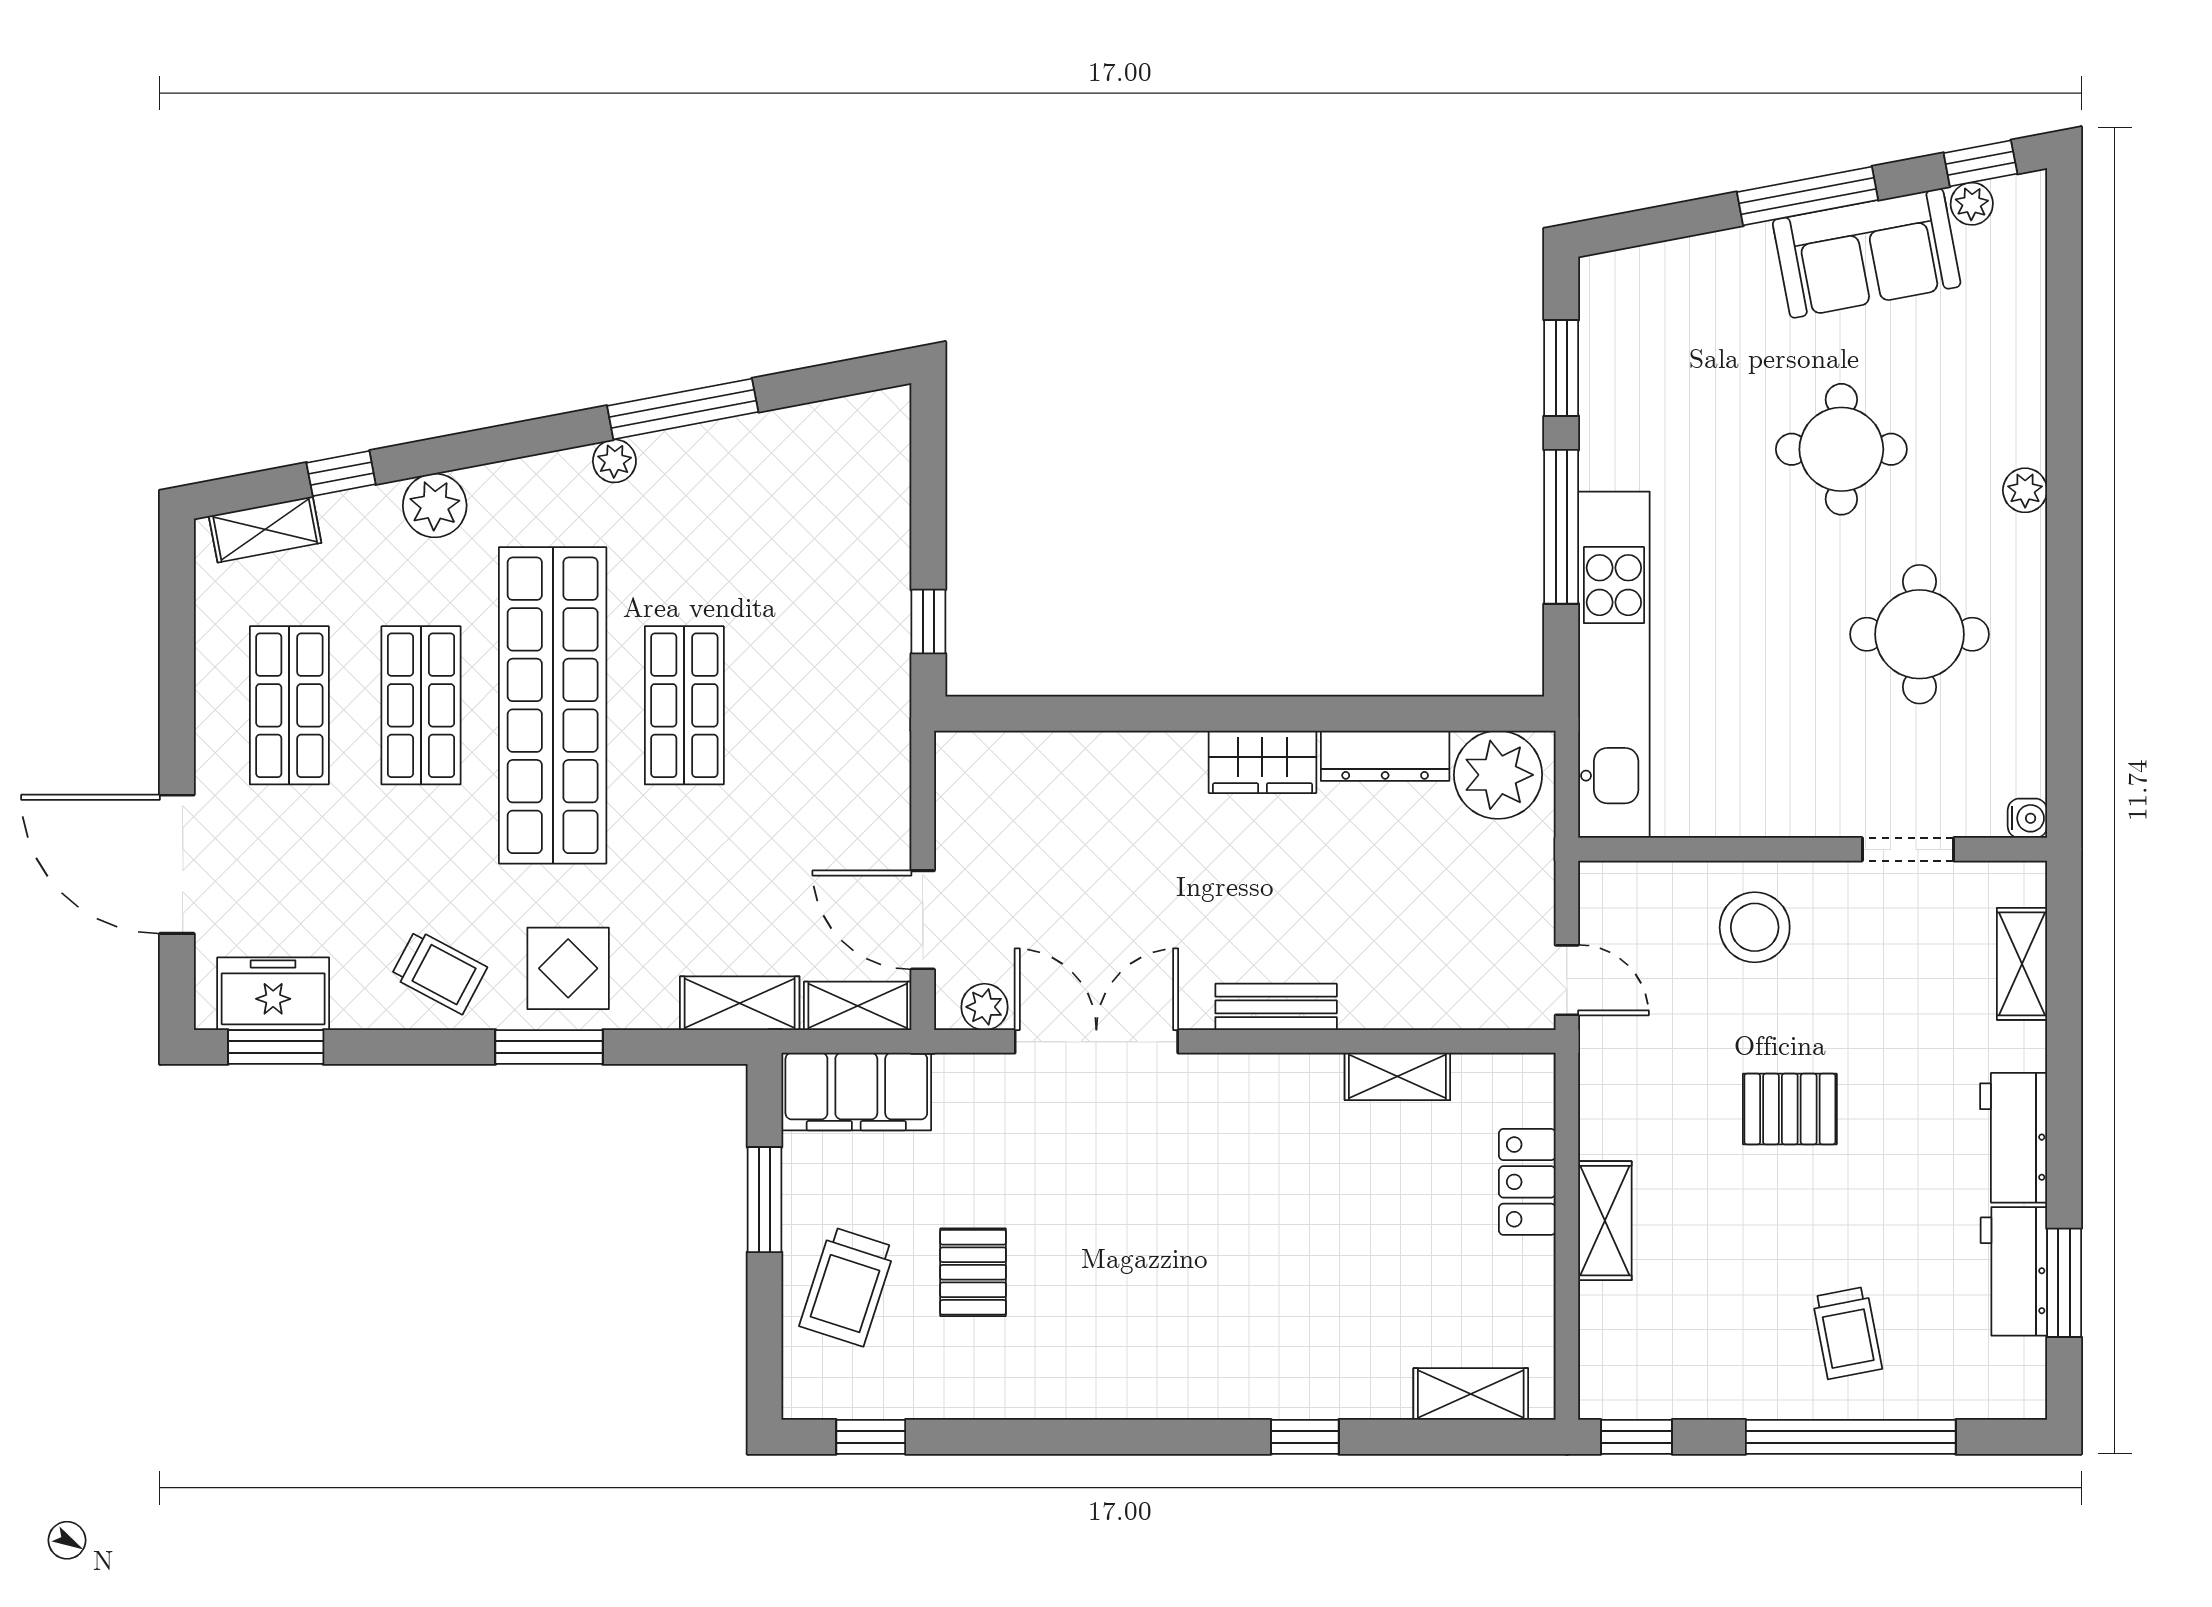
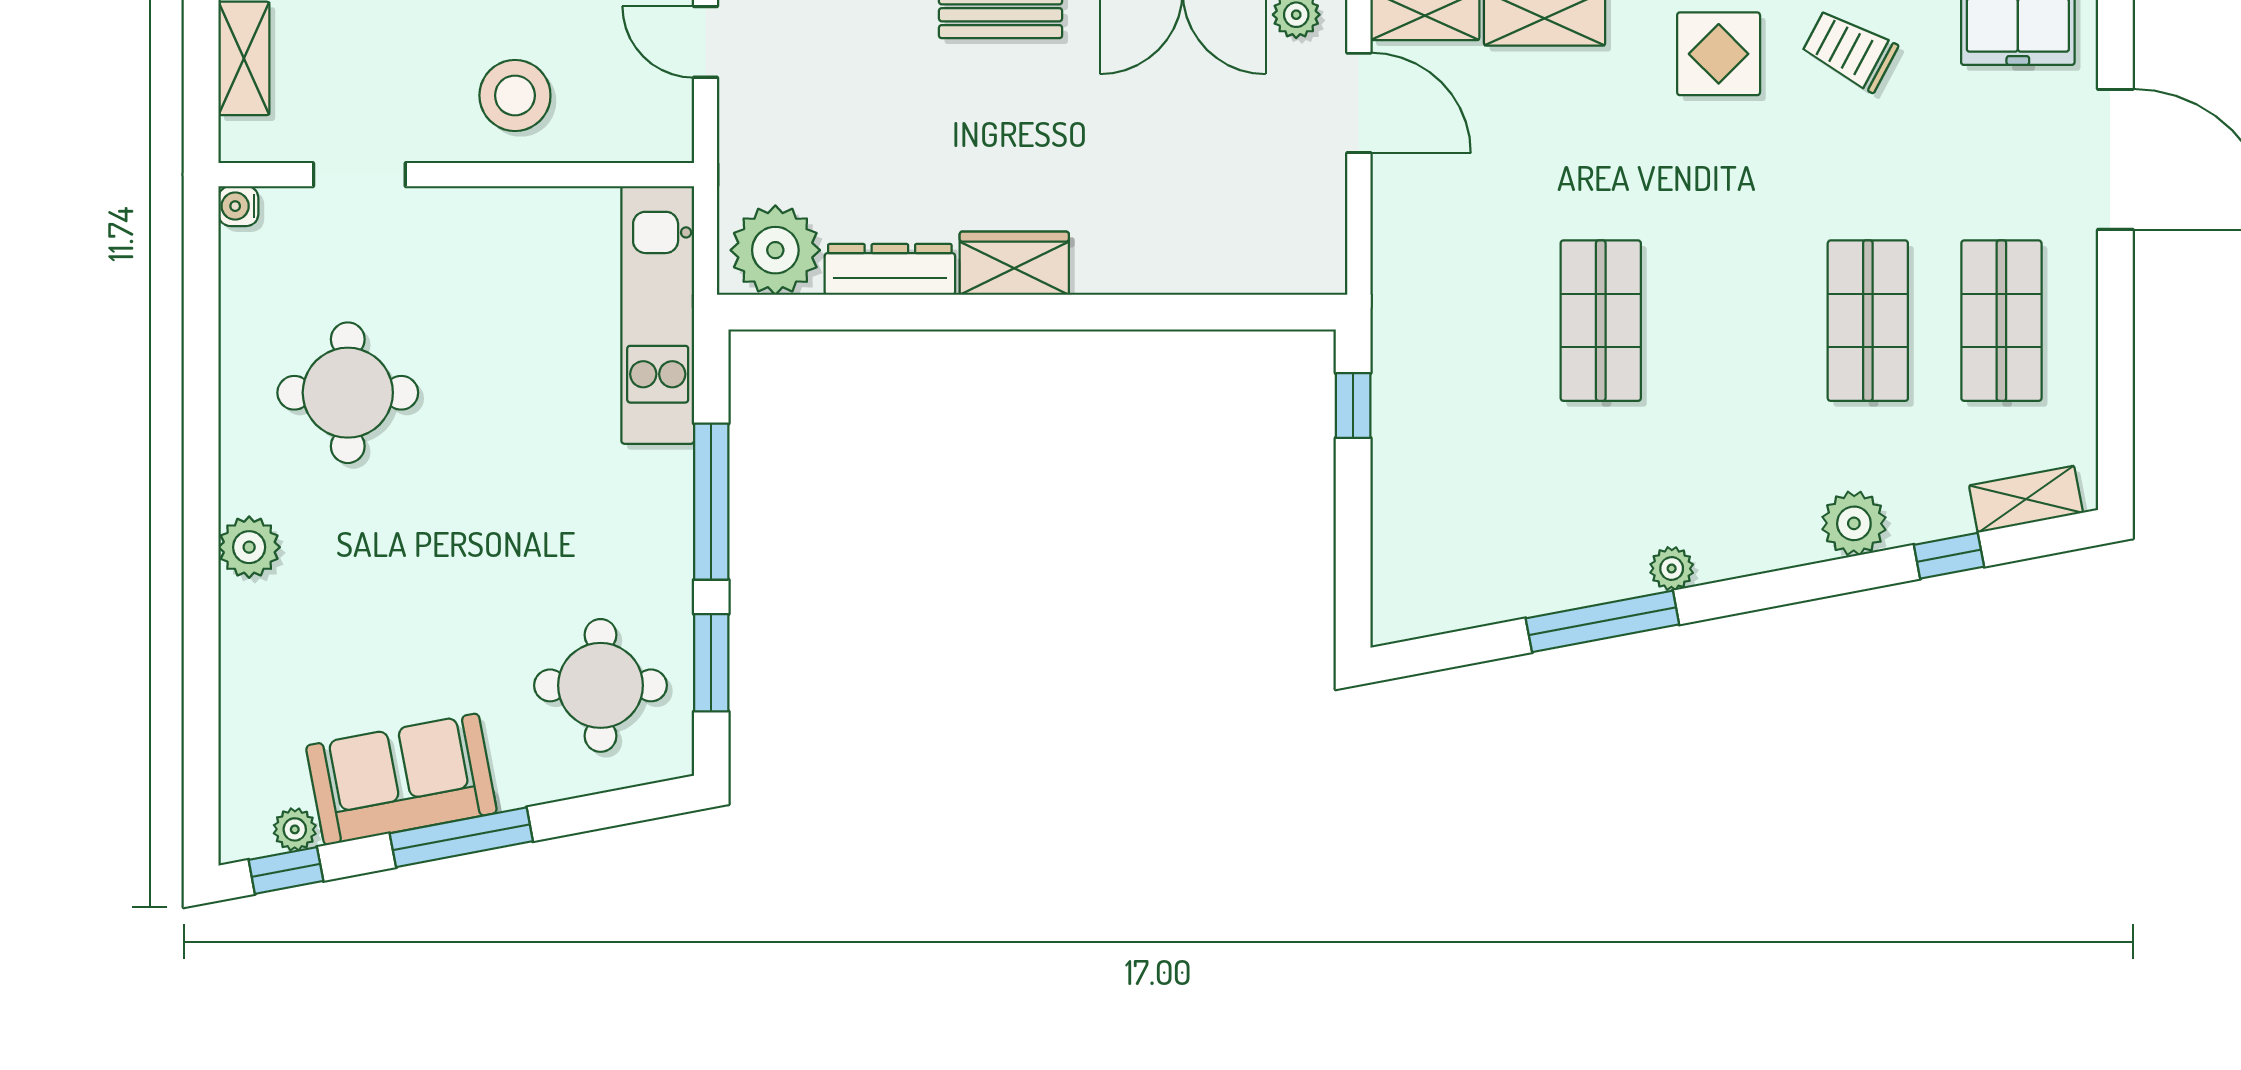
round table: (1841, 449) -> (601, 685), moved
plant: (2025, 490) -> (249, 547), width x1.38, depth x1.38
kitchen unit: (1614, 665) -> (658, 315), width x0.73
shop shelf: (553, 705) -> (1734, 321), removed

